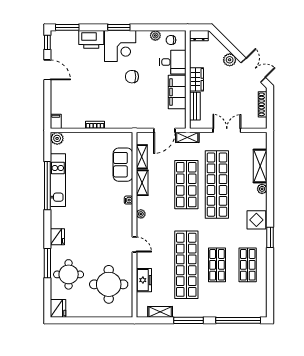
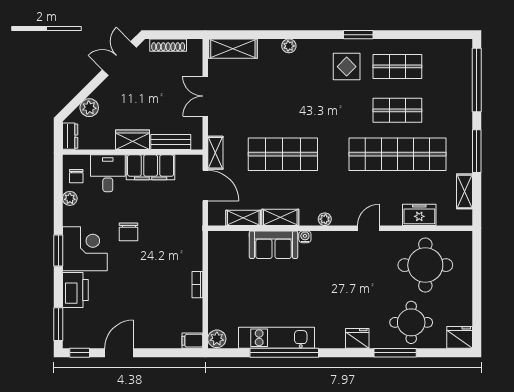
plant: (230, 60) -> (89, 108), moved
sofa: (123, 165) -> (274, 245), moved
shelving: (260, 166) -> (233, 49), moved
shop shelf: (217, 185) -> (283, 110), removed
display table: (256, 220) -> (347, 67), moved

